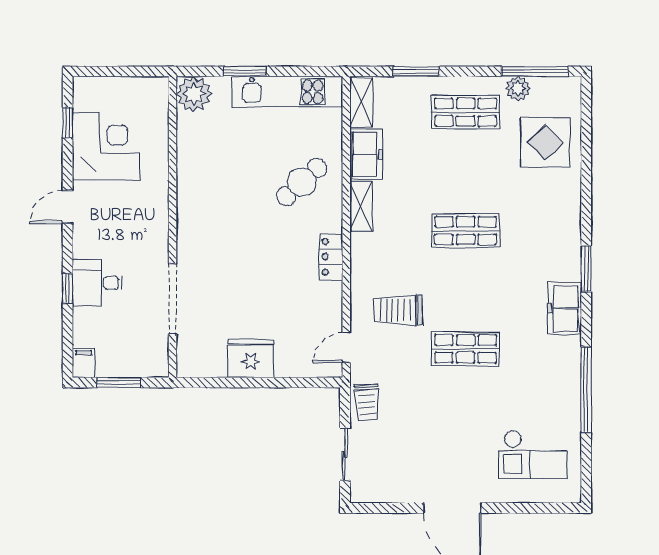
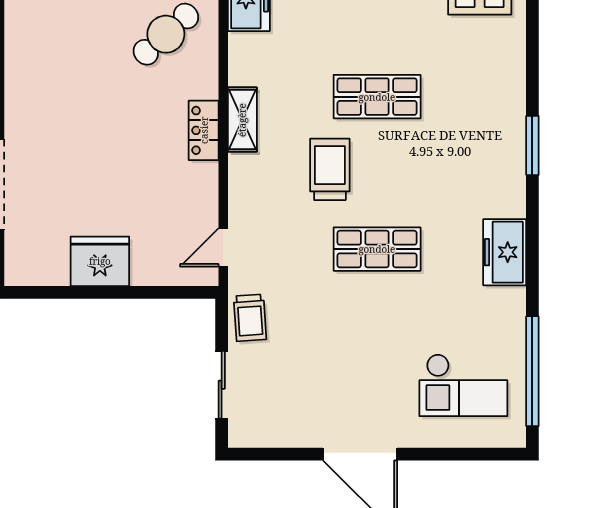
shelving: (361, 207) -> (242, 120), moved
freezer: (565, 309) -> (505, 252), moved
trolley: (398, 310) -> (330, 169), moved, turned 90
window: (586, 390) -> (532, 371), moved

